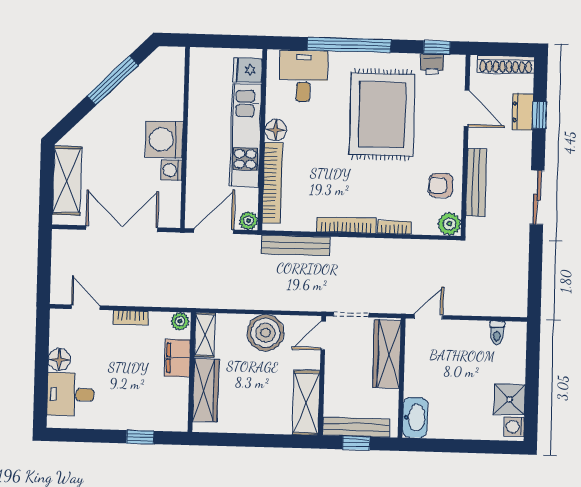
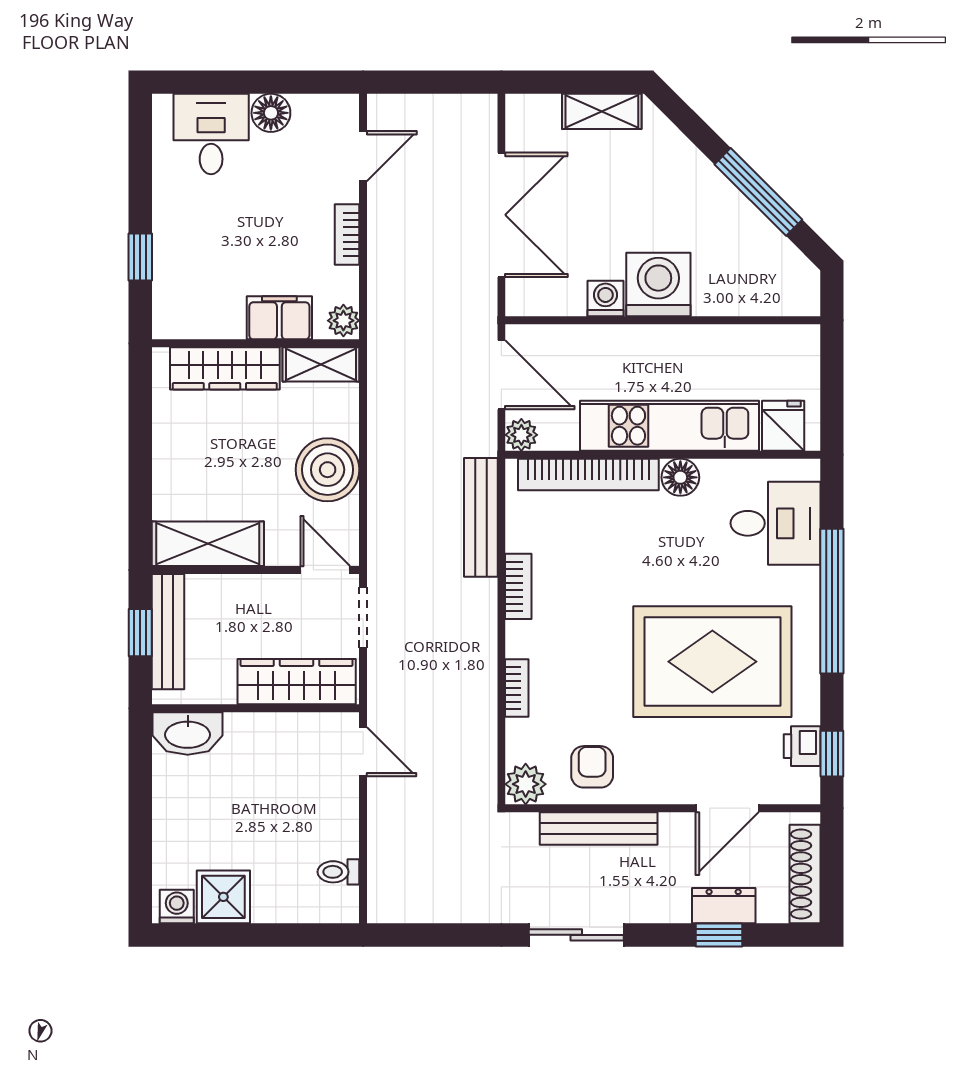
shelving: (67, 181) -> (602, 111), width x0.67, depth x0.75
bookcase: (346, 225) -> (518, 586), width x0.64

